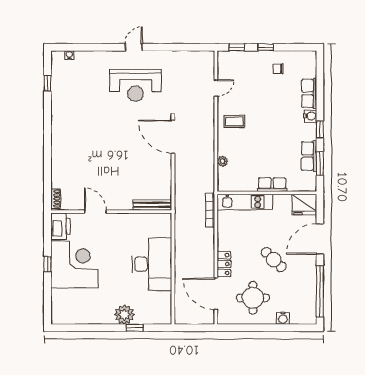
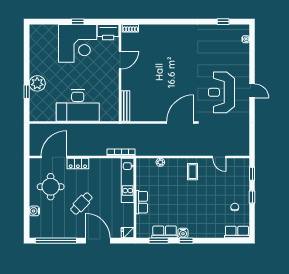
row of seats: (309, 93) -> (237, 232), moved
water cooler: (310, 116) -> (183, 233), moved
fridge: (304, 205) -> (128, 233), width x0.53, depth x0.75

